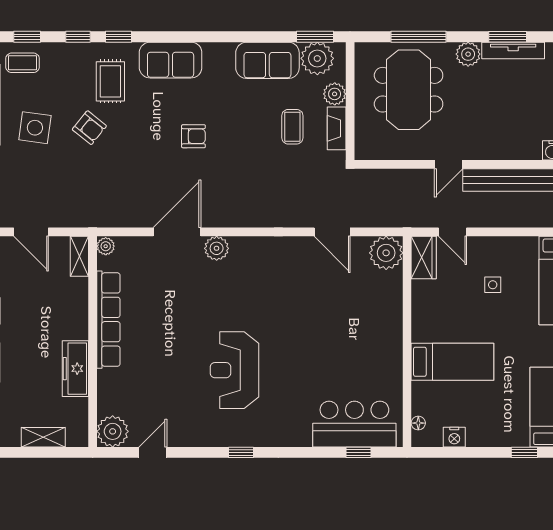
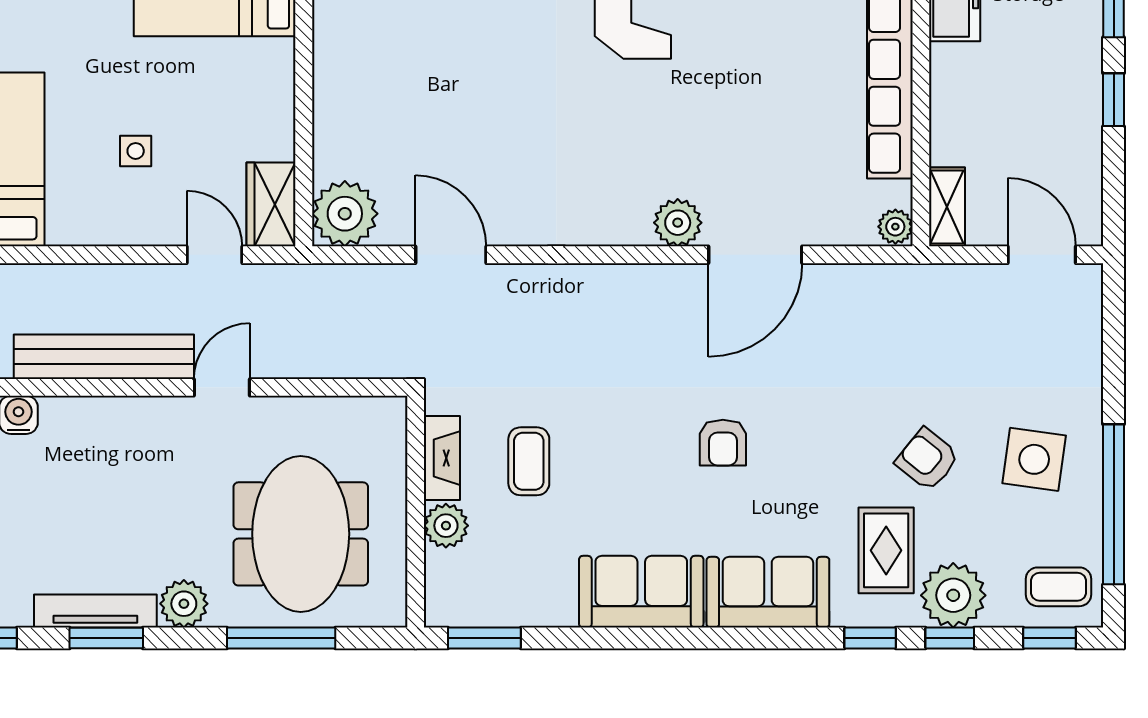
plant: (317, 58) -> (953, 595), moved
sofa: (267, 60) -> (641, 592), moved
armchair: (193, 136) -> (723, 443), turned -90

